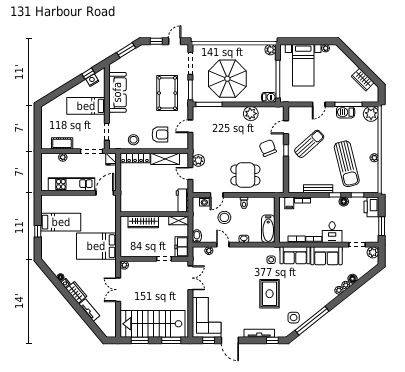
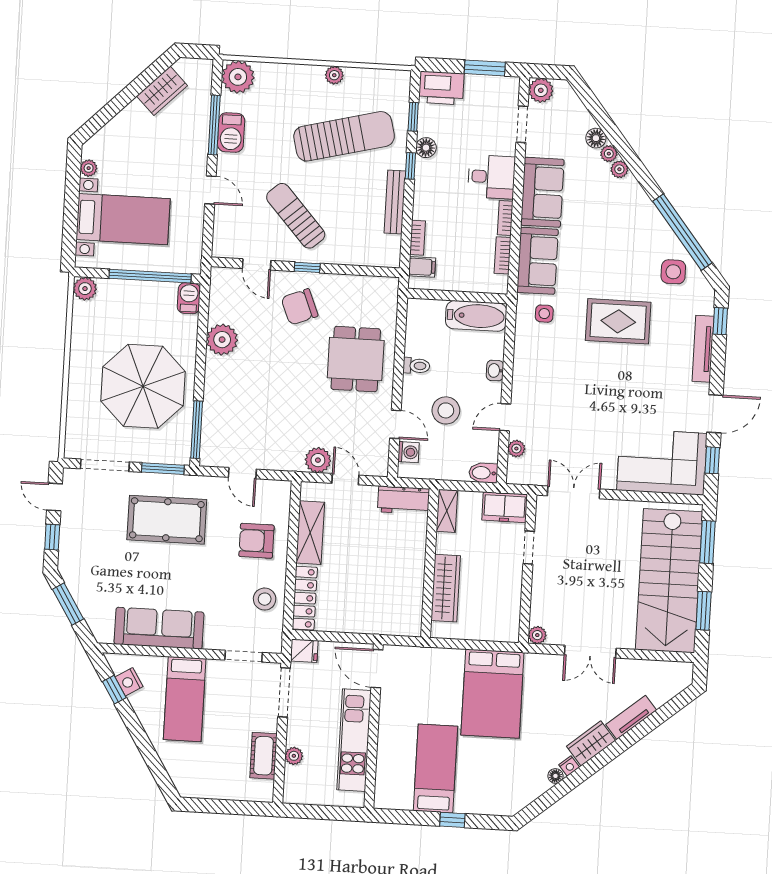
armchair: (160, 135) -> (256, 541), turned -90
door: (190, 173) -> (345, 479), swing flipped

